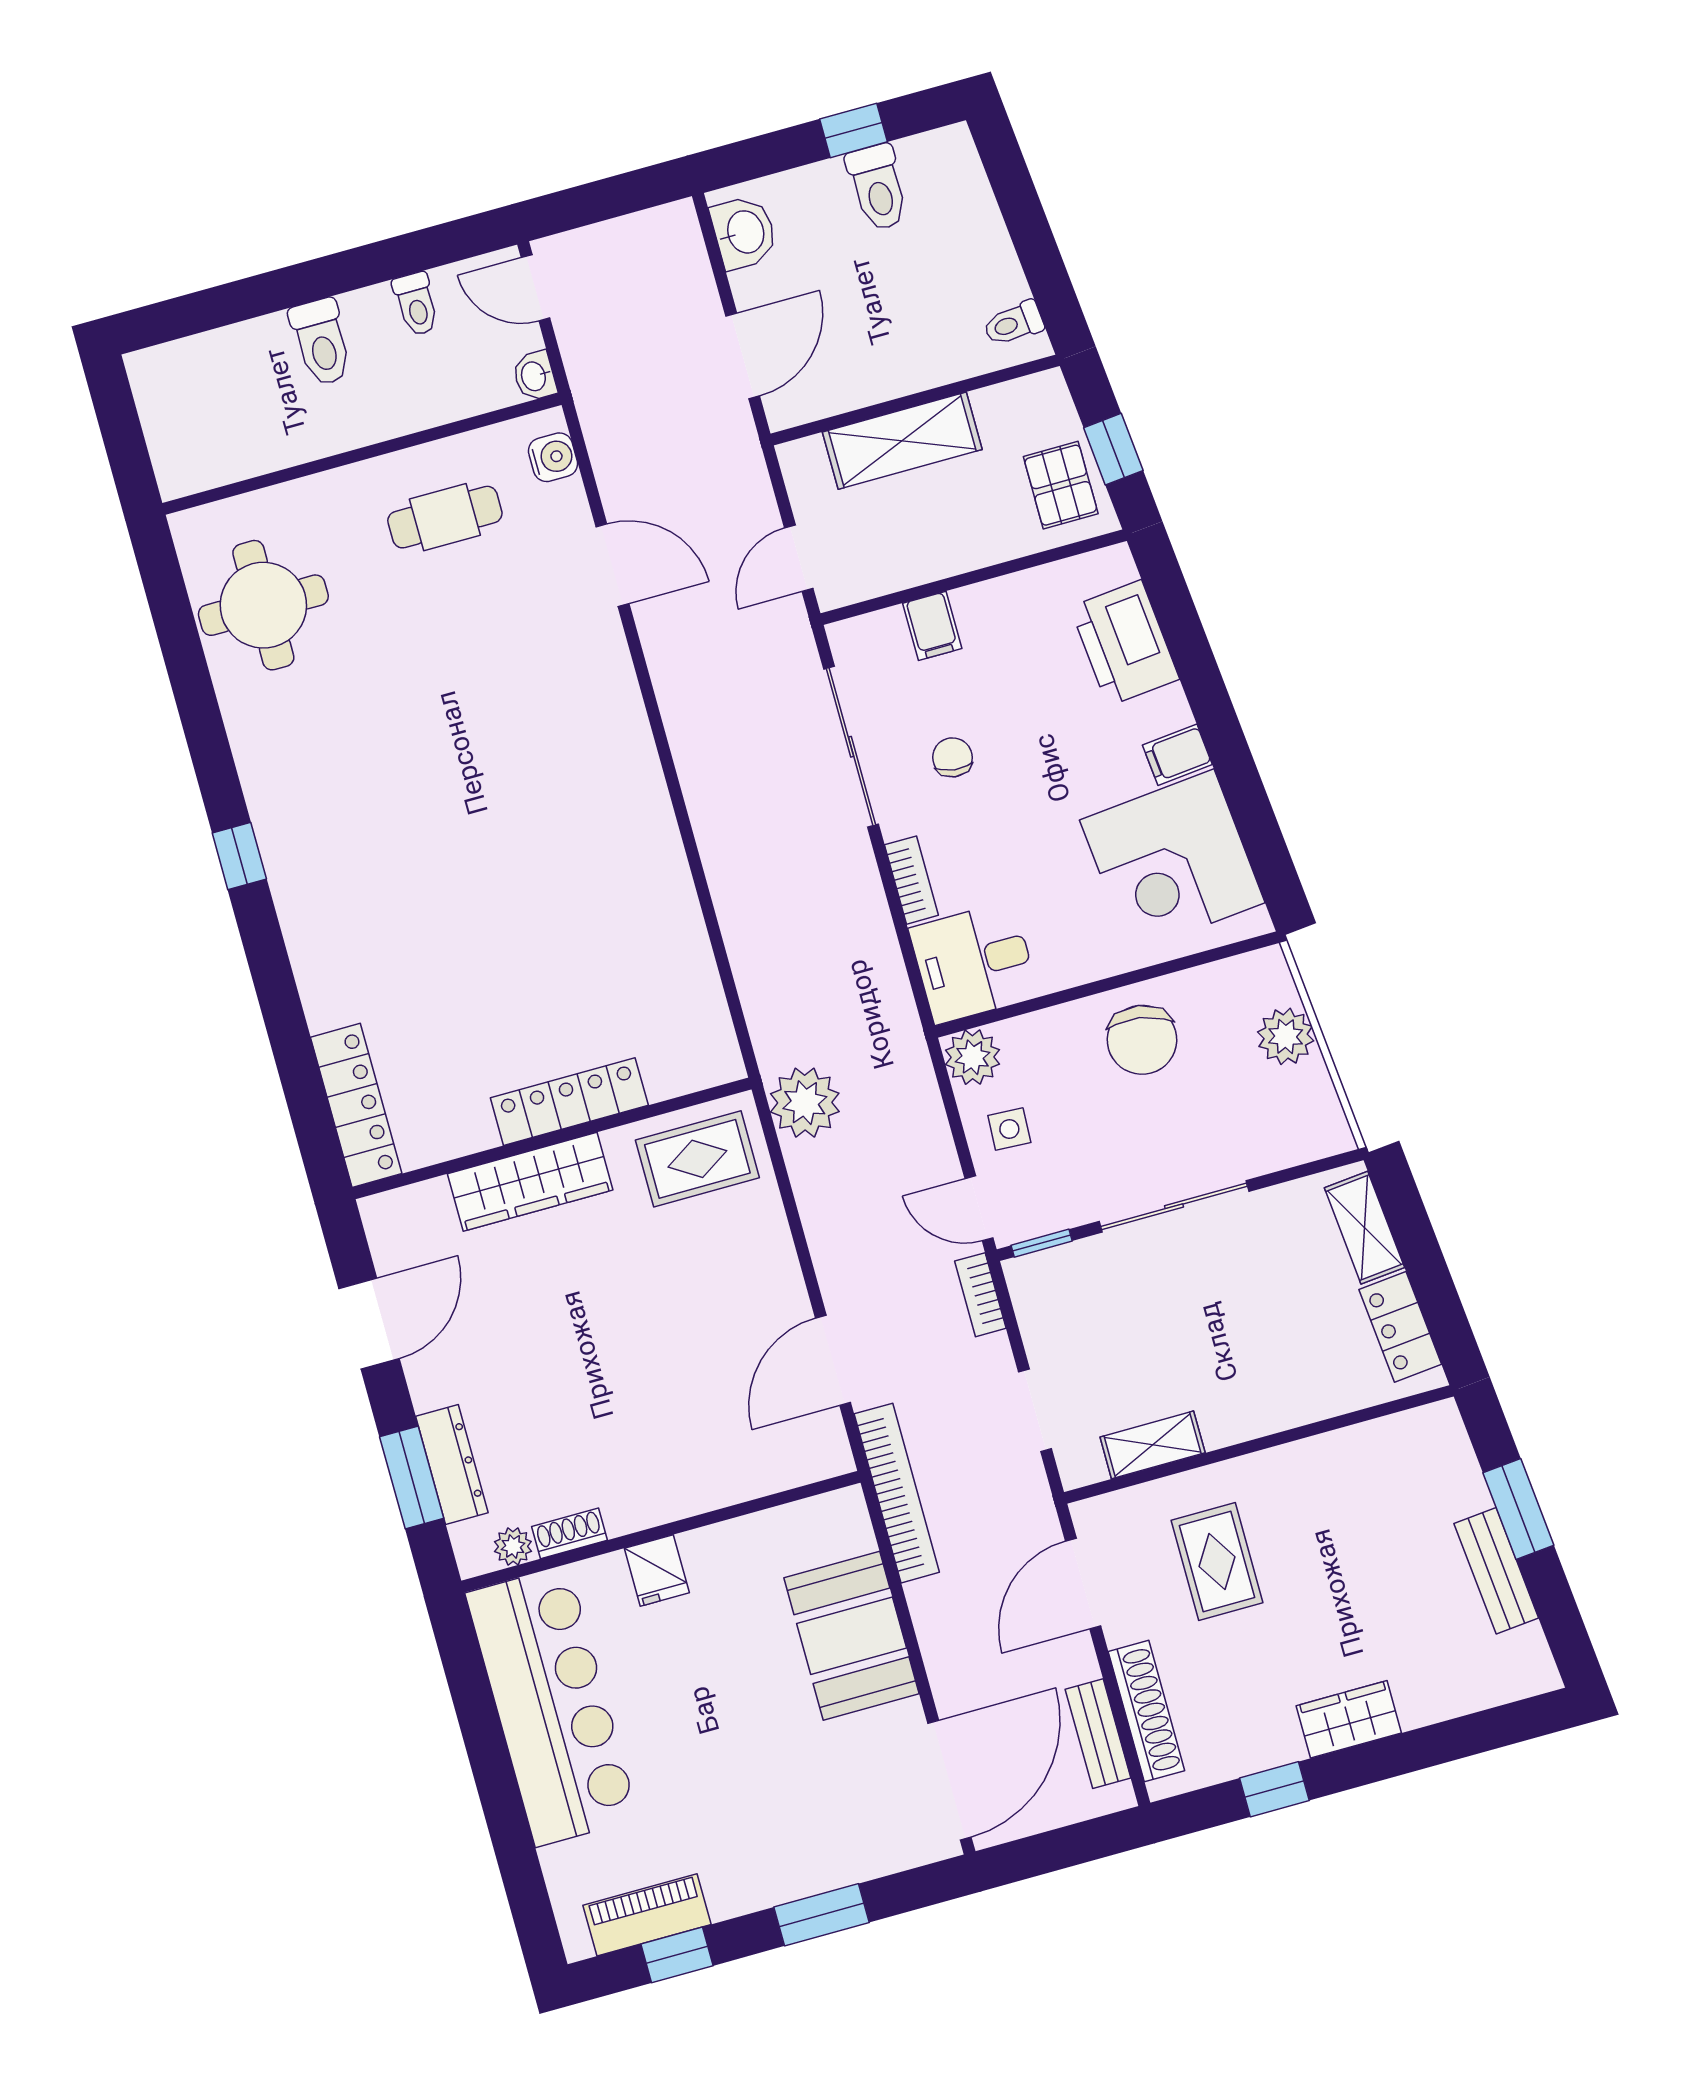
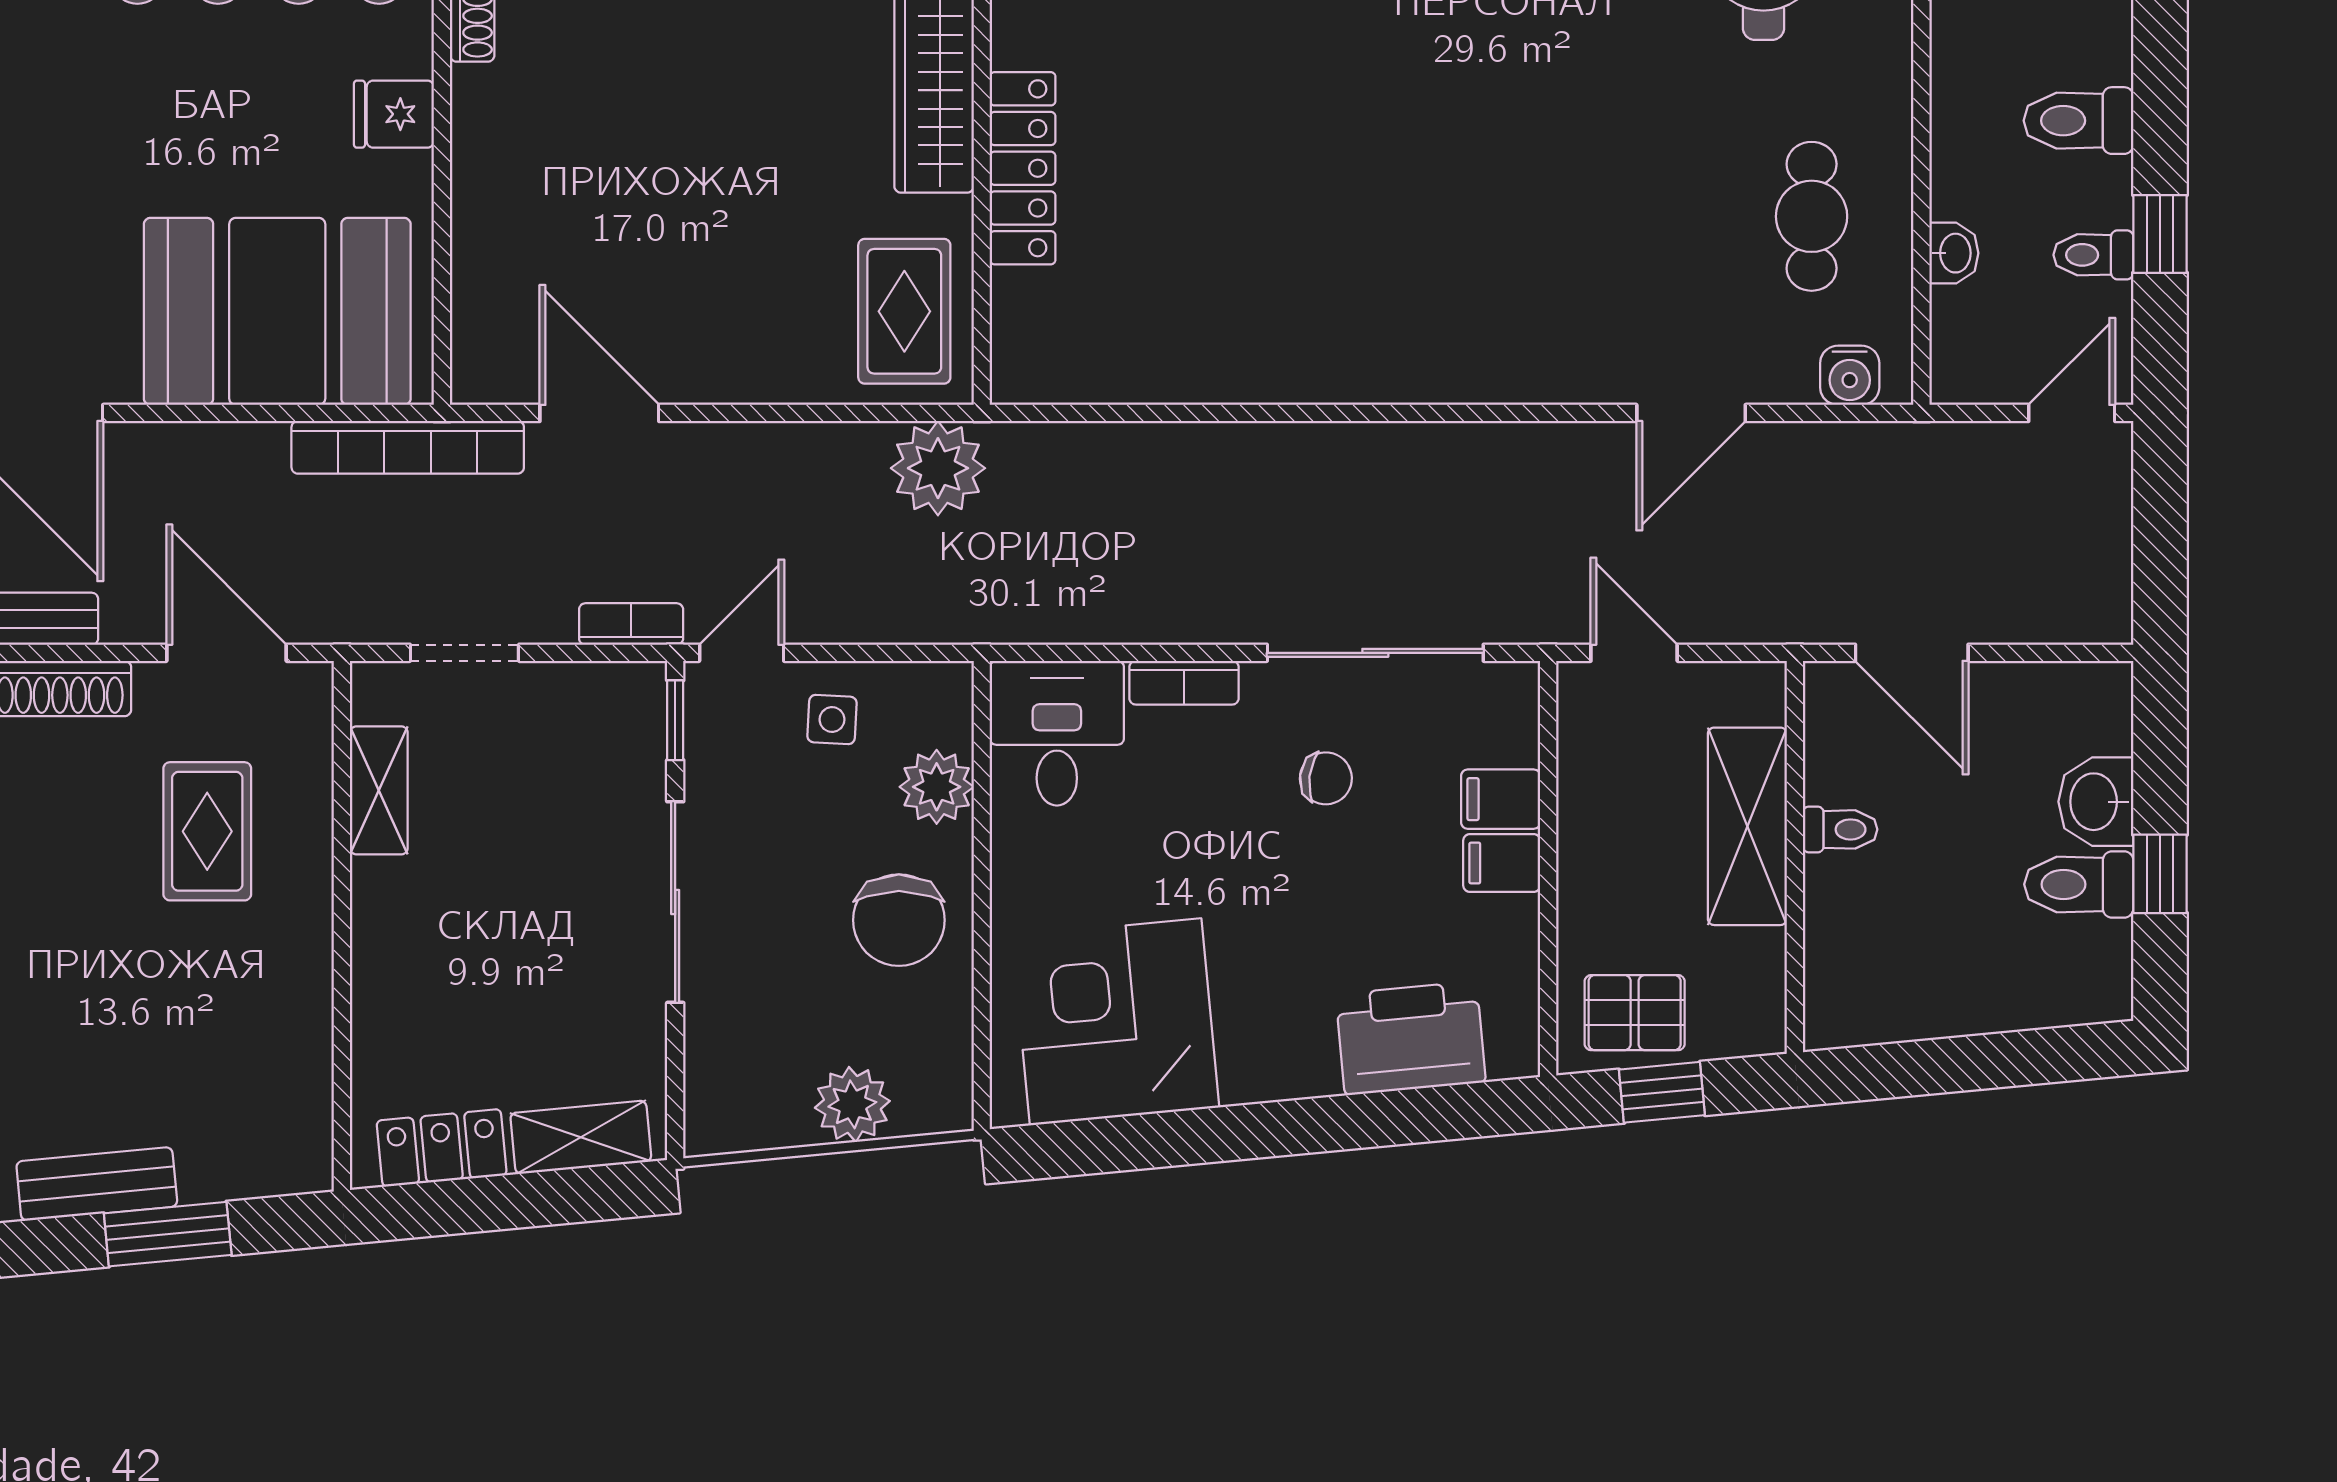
washbasin: (744, 232) -> (2096, 802), moved, turned 90
window: (387, 260) -> (2160, 234), added
toilet: (1014, 324) -> (1840, 829), moved, turned 95
washbasin: (534, 376) -> (1954, 253), moved, turned 90
filing cabinet: (1177, 755) -> (1502, 863), moved, turned -85
chair: (1142, 1040) -> (899, 920), turned -99
plant: (973, 1057) -> (937, 787), moved
rug: (1217, 1562) -> (207, 831), turned 90
booth: (852, 1636) -> (277, 311), width x1.36, depth x1.42

